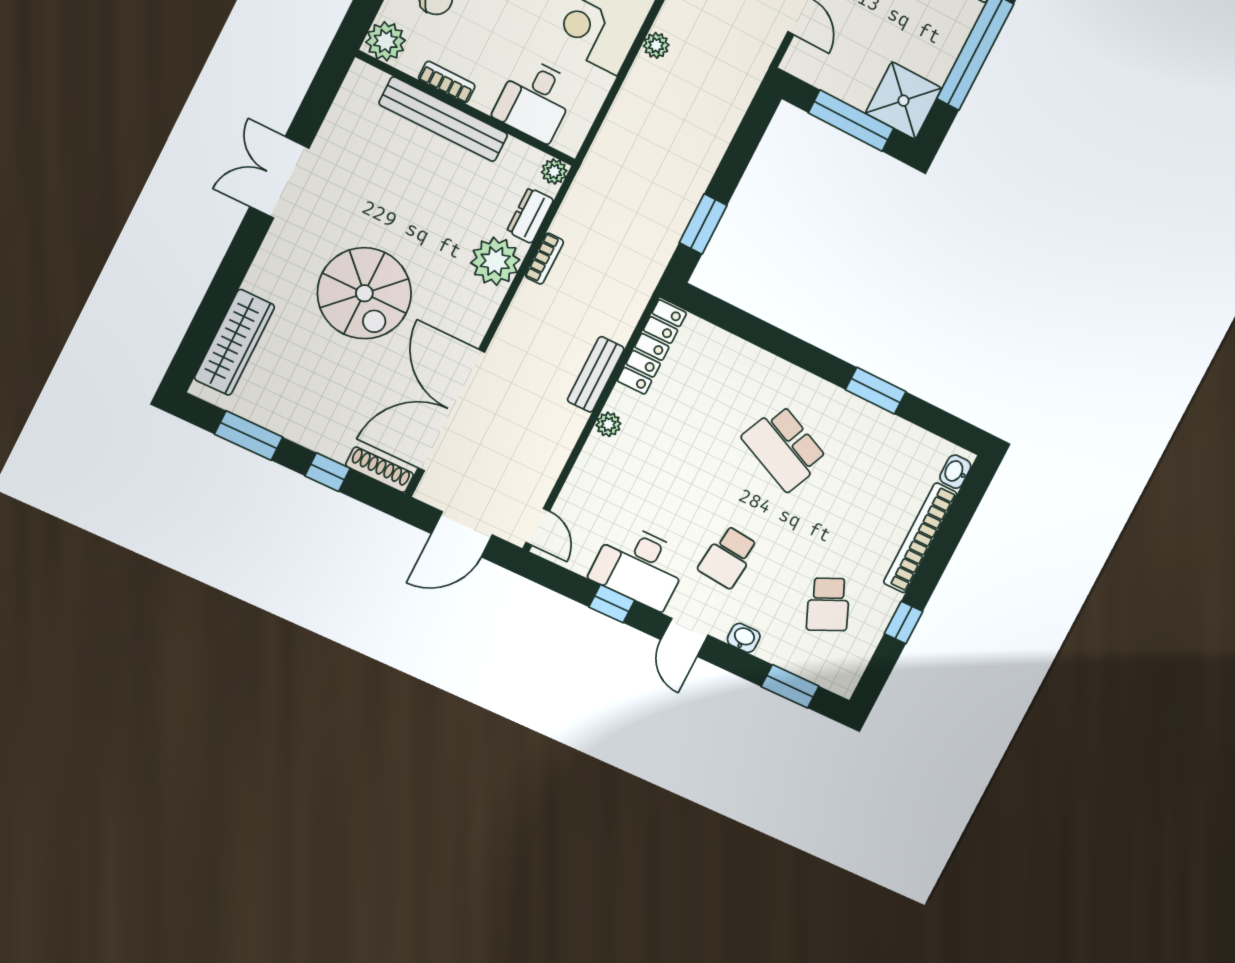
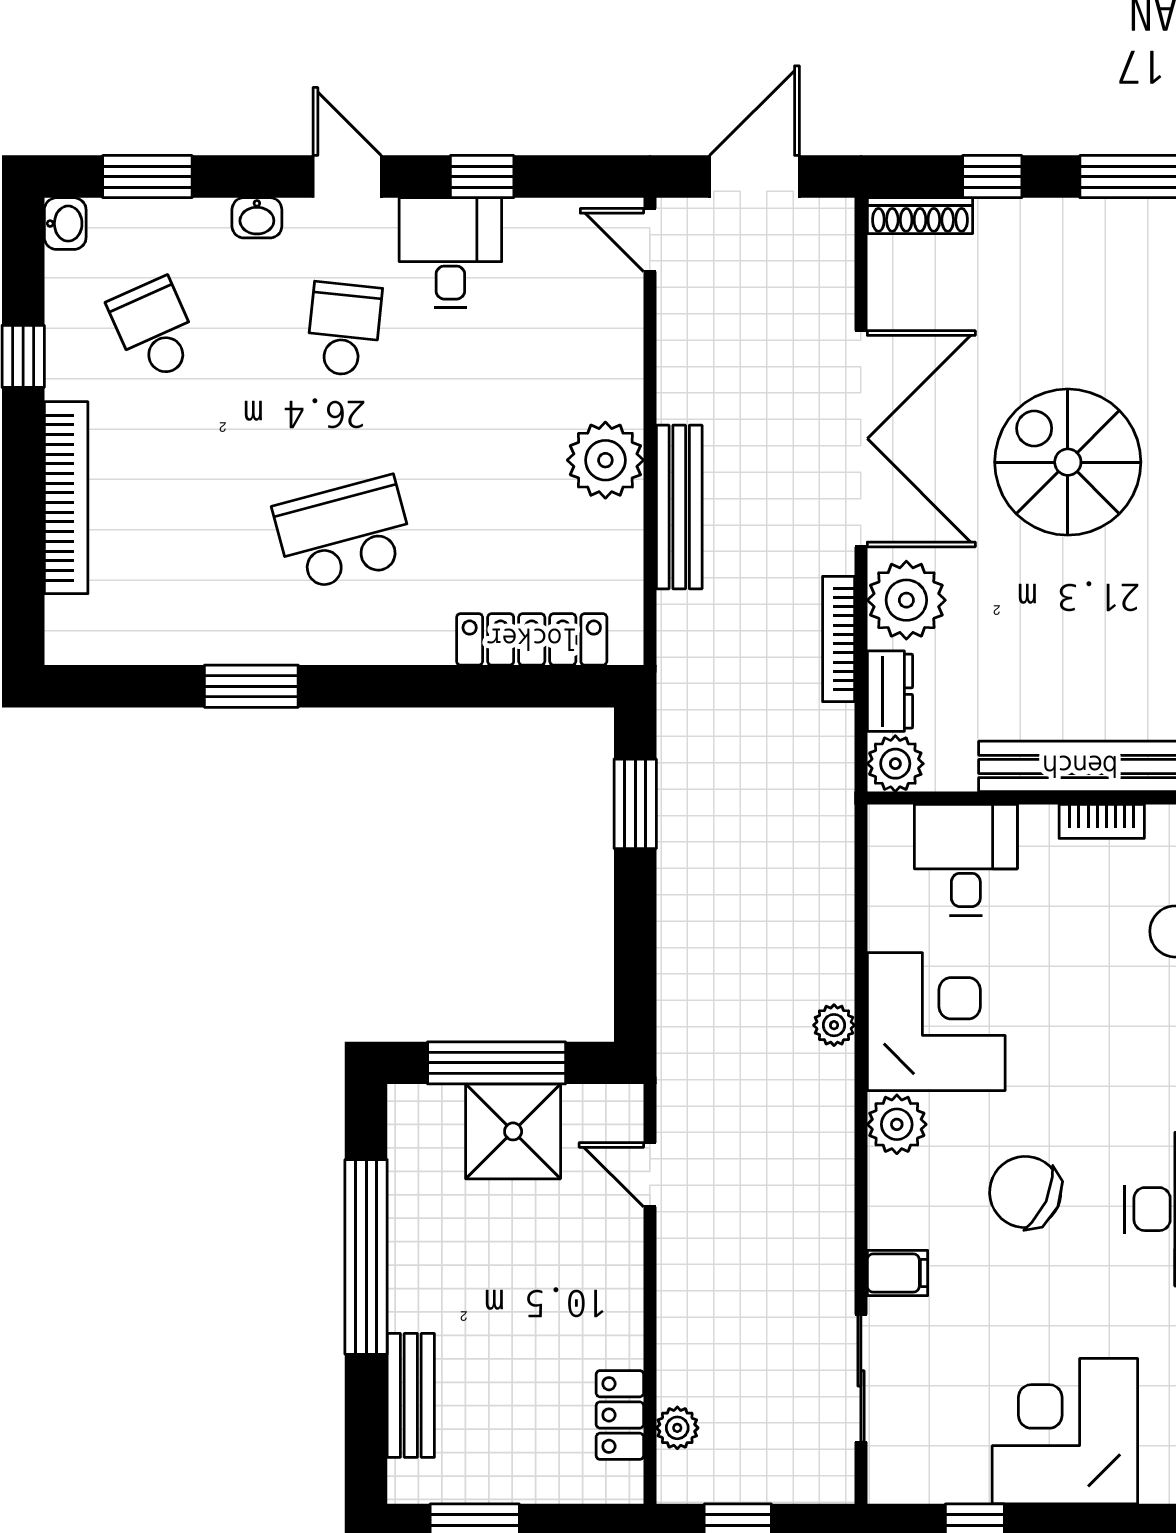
shower: (904, 101) -> (513, 1131), moved
plant: (554, 172) -> (895, 764), width x1.38, depth x1.38
bookcase: (544, 259) -> (839, 639), width x1.56
locker: (652, 347) -> (532, 639), moved, turned 90
bench: (596, 374) -> (679, 507), width x1.36
double door: (451, 410) -> (861, 439), moved
plant: (608, 424) -> (605, 460), width x1.87, depth x1.87
school desk: (785, 448) -> (344, 533), turned -39
washbasin: (955, 472) -> (65, 224), moved
desk: (640, 566) -> (450, 253), width x0.73

